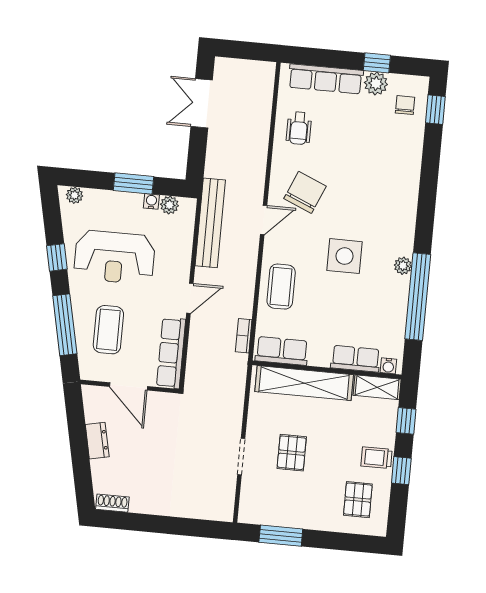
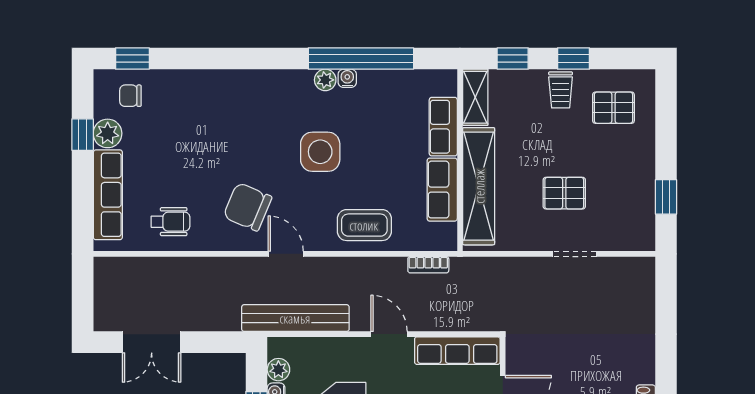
row of seats: (282, 351) -> (442, 190), moved
water cooler: (388, 366) -> (347, 78), moved, turned -90
window: (281, 536) -> (666, 197), width x0.67

